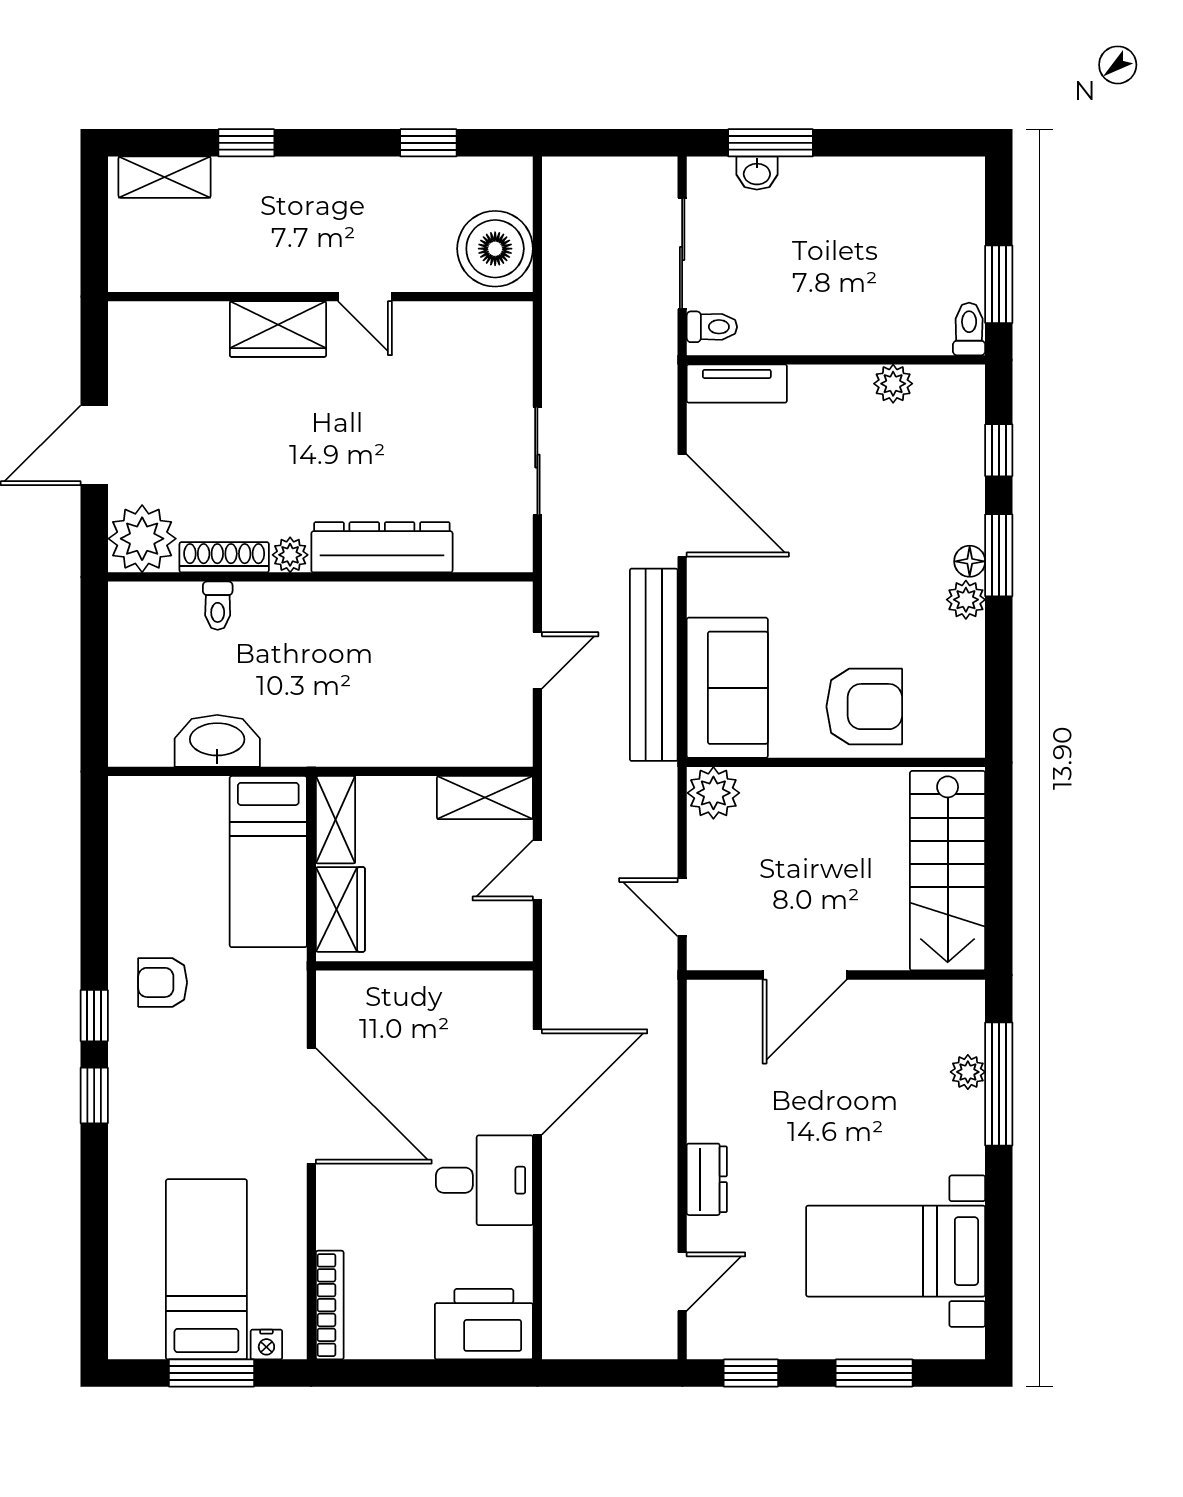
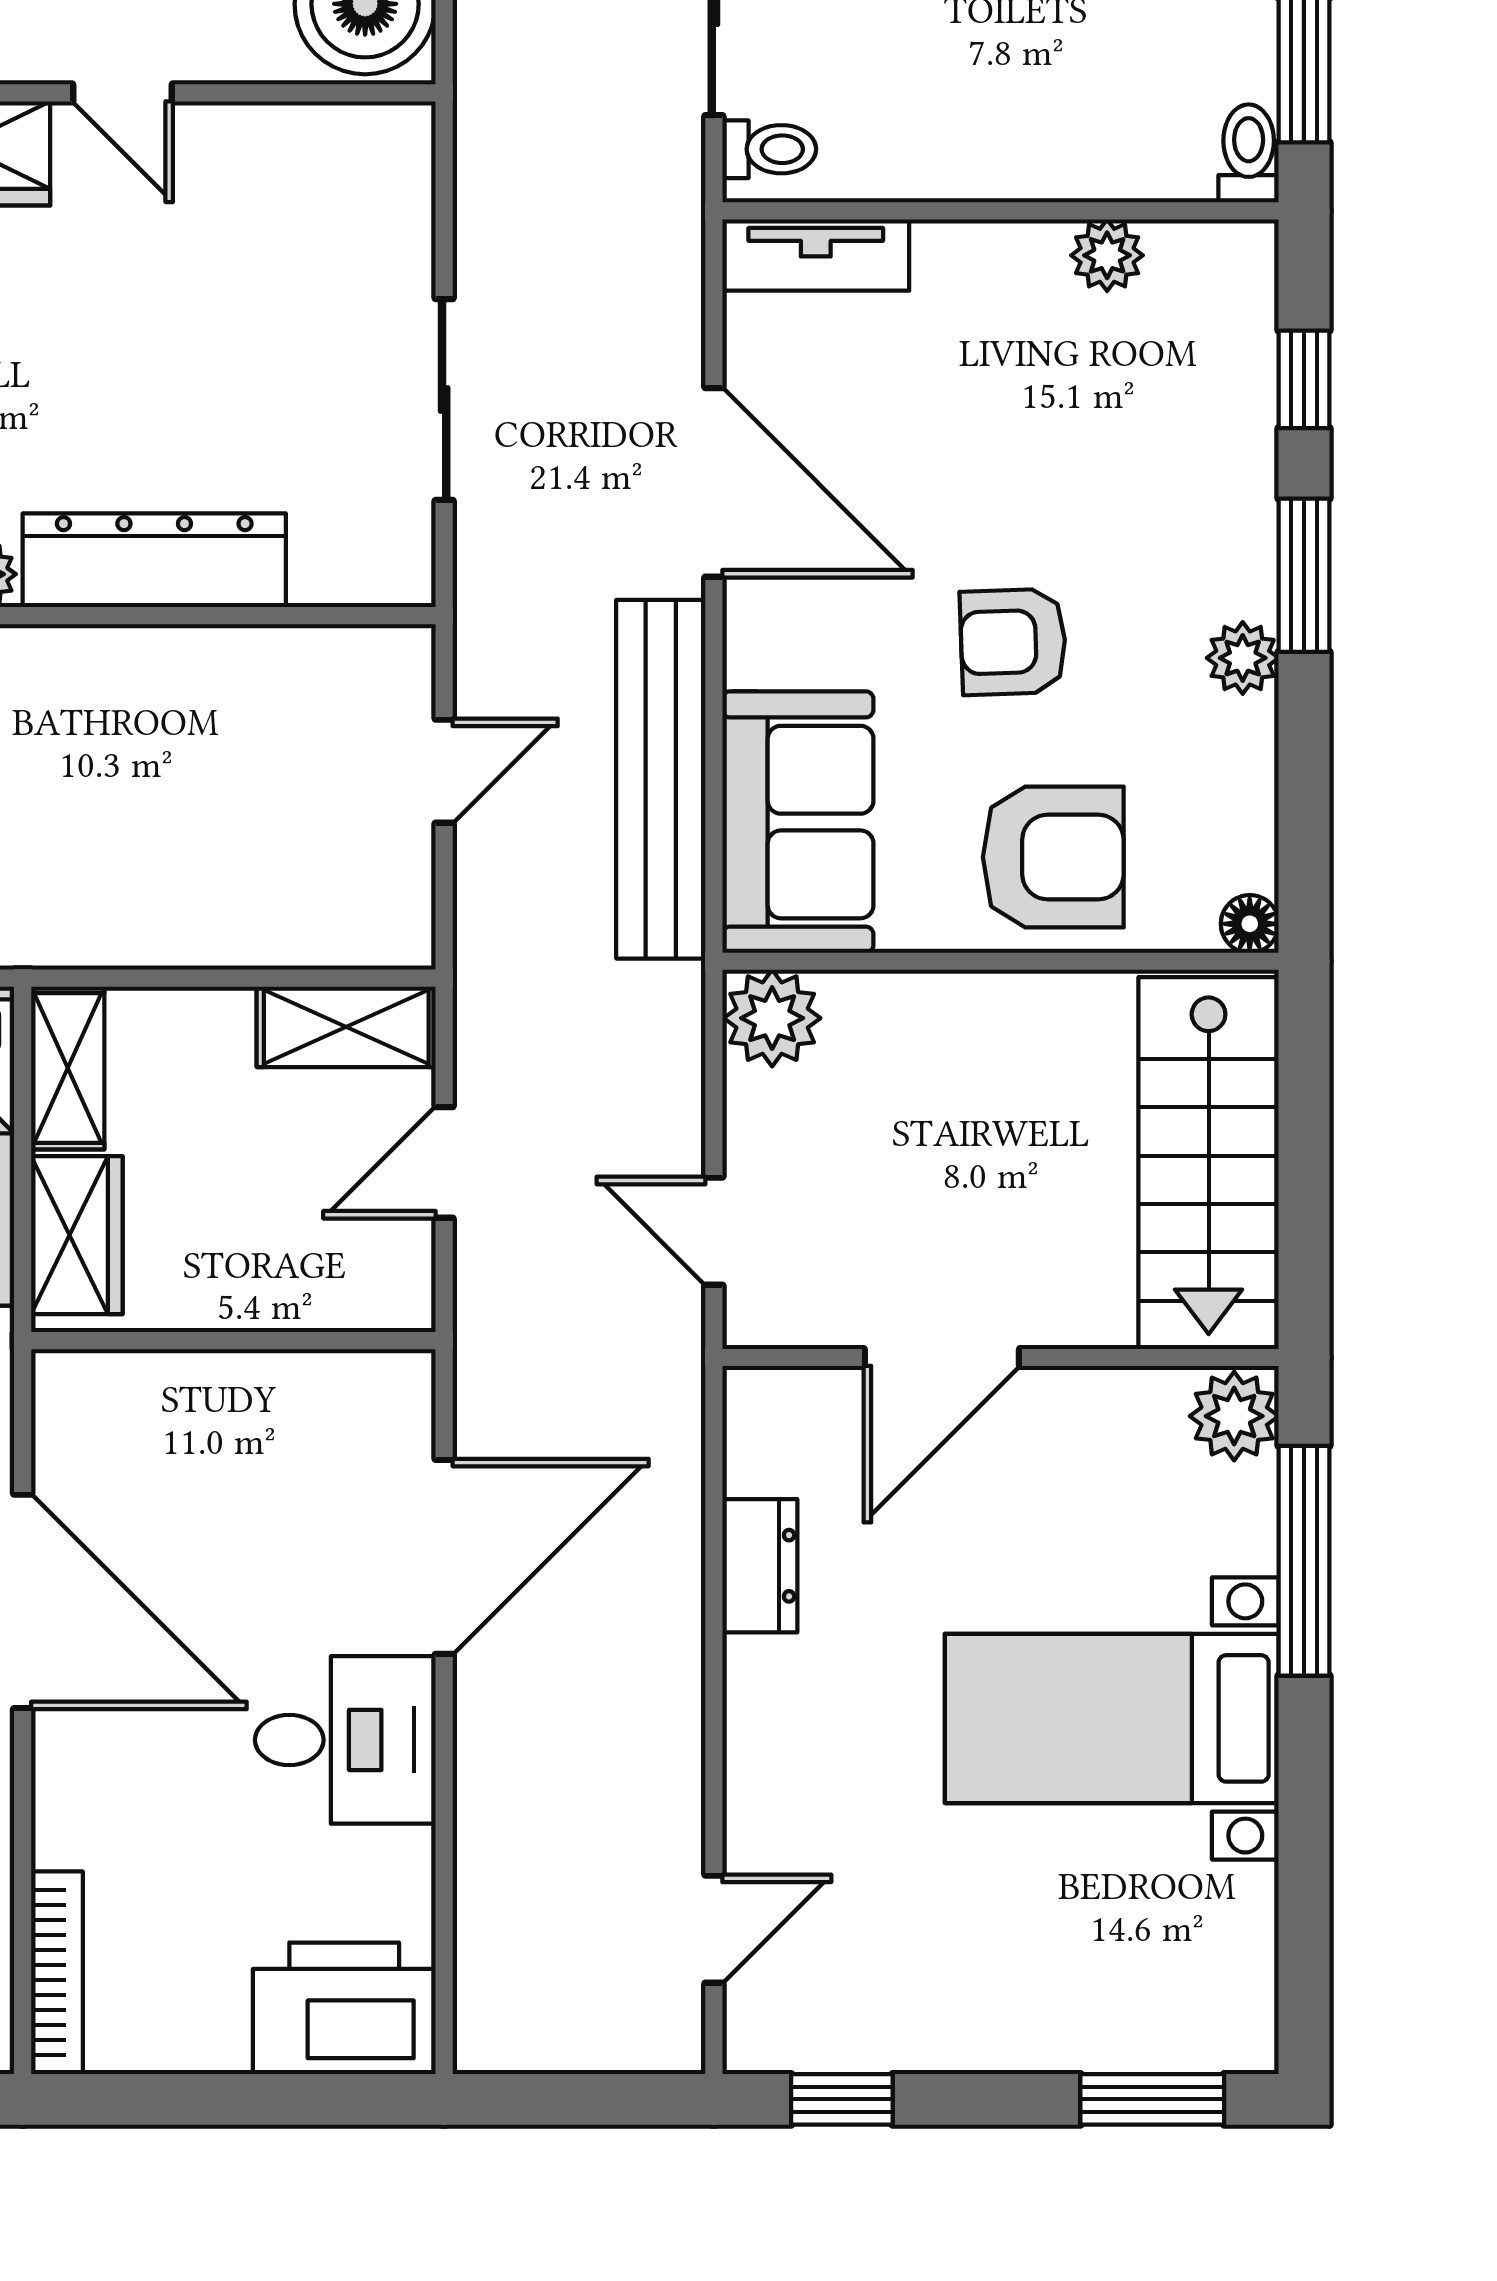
floor lamp: (970, 561) -> (1250, 924), moved
armchair: (843, 591) -> (1013, 642), added
plant: (968, 1072) -> (1234, 1416), moved, width x1.38, depth x1.38
dresser: (707, 1179) -> (760, 1566), moved
bed with nightstands: (896, 1251) -> (1112, 1718), moved
window: (874, 1373) -> (1152, 2099), moved

